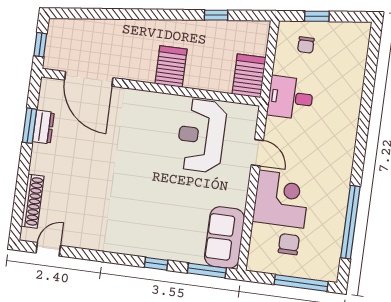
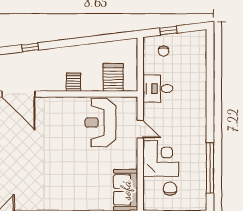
window: (216, 15) -> (30, 47), moved
server rack: (171, 66) -> (73, 82), width x0.73, depth x0.70
server rack: (249, 76) -> (113, 77), moved

